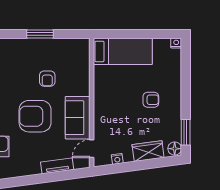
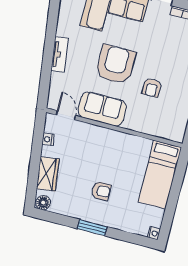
armchair: (47, 79) -> (152, 88), turned -90
armchair: (151, 100) -> (101, 191), turned -90
window: (186, 132) -> (92, 228), moved
tv unit: (57, 166) -> (60, 55), moved

